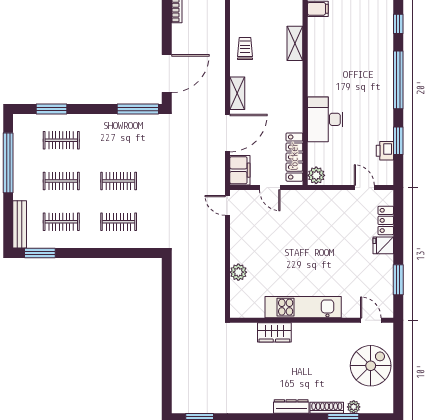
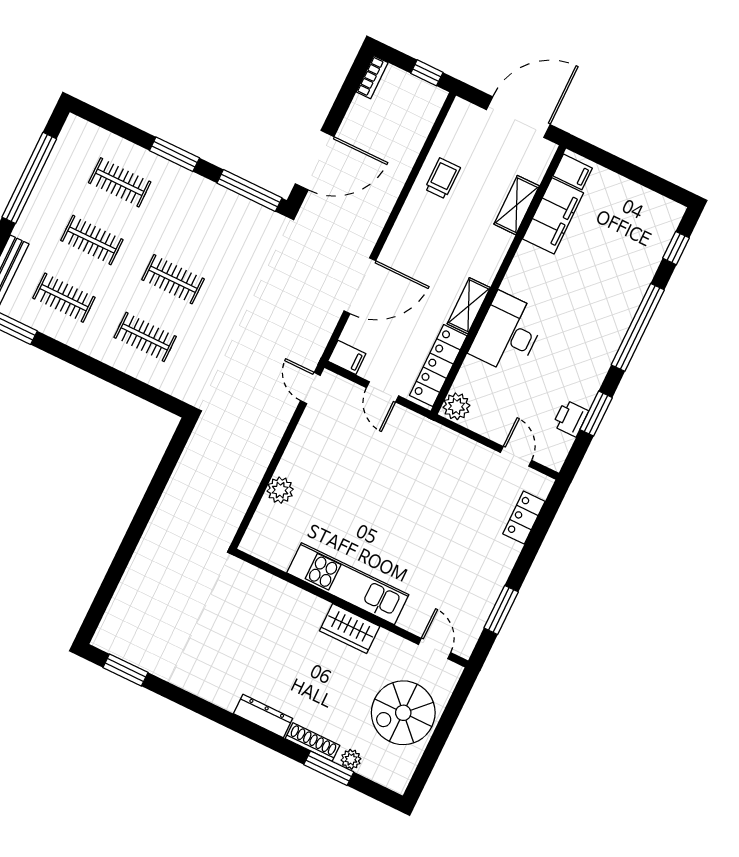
filing cabinet: (319, 39) -> (553, 216), added
shelving: (237, 93) -> (469, 306), moved
window: (52, 109) -> (174, 154), moved
filing cabinet: (240, 170) -> (347, 357), width x0.50
fridge: (383, 245) -> (503, 551), removed
wardrobe: (274, 332) -> (350, 629), moved
spiral stairs: (371, 366) -> (403, 713), turned 180

